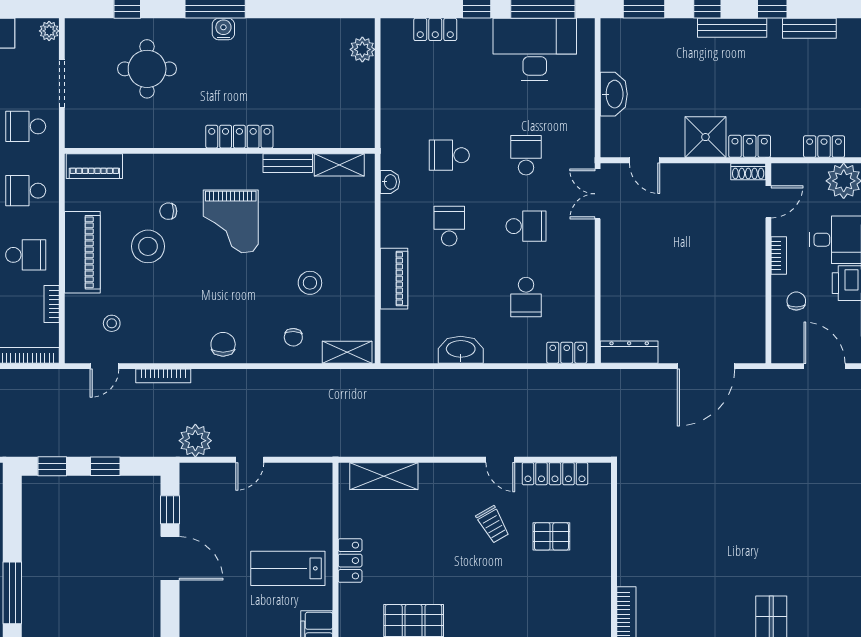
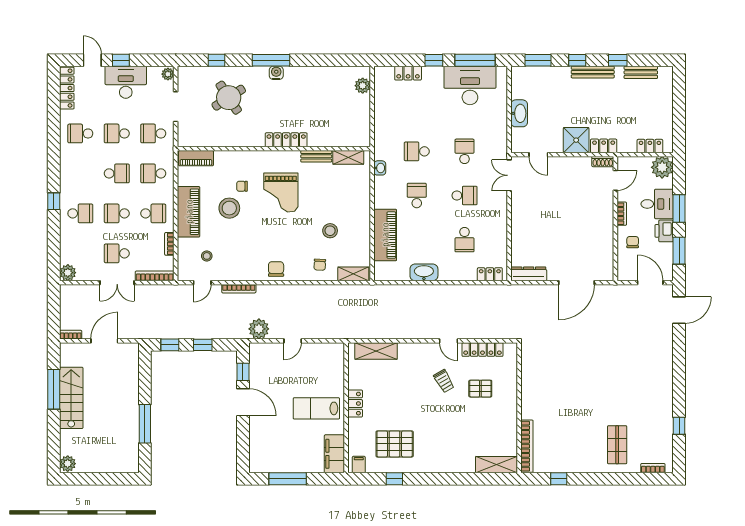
round table: (147, 69) -> (229, 98), turned -33
piano: (394, 279) -> (385, 235), width x1.37, depth x1.33

